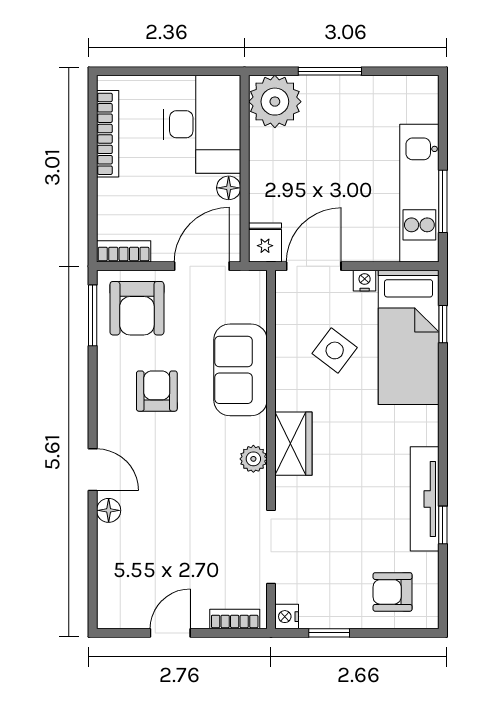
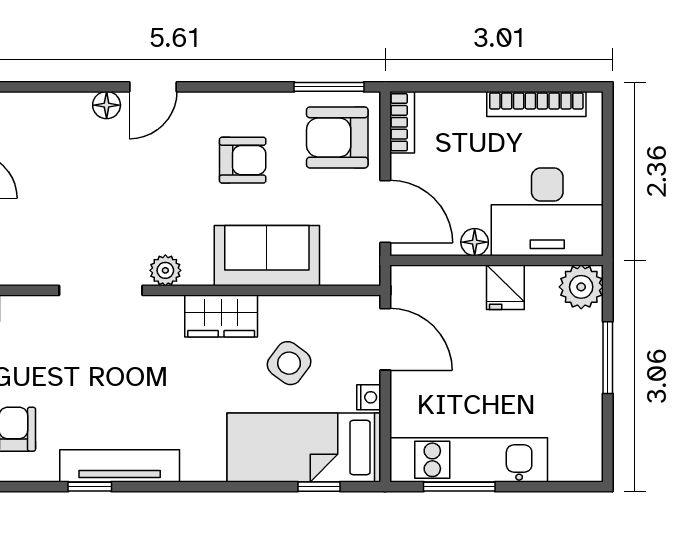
plant: (275, 102) -> (581, 287), width x0.73, depth x0.73
fridge: (265, 243) -> (505, 287), moved, turned 90
wardrobe: (293, 444) -> (221, 316), moved
doorway: (271, 547) -> (101, 290), moved

